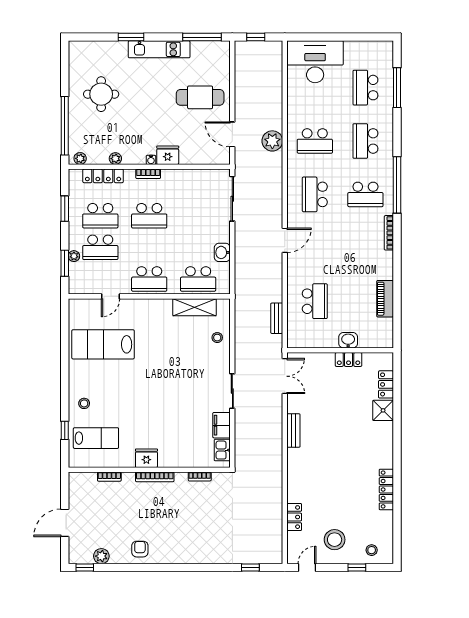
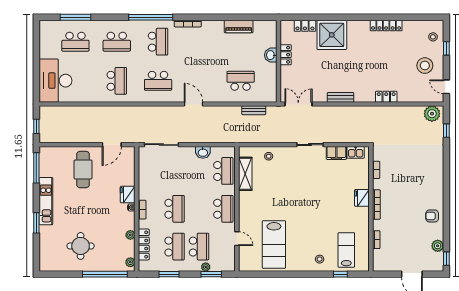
plant: (272, 141) -> (432, 114), moved
shower: (383, 410) -> (332, 35), width x1.86, depth x1.86
fridge: (146, 458) -> (362, 198), moved
locker: (294, 517) -> (386, 97), moved

